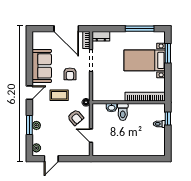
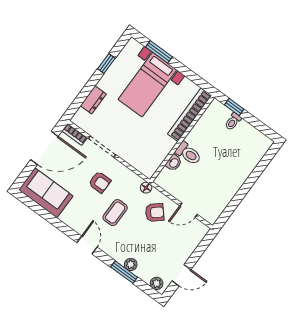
window: (140, 29) -> (106, 63), width x0.46
dresser: (101, 36) -> (93, 100), moved
sofa: (42, 66) -> (46, 193), moved
door: (51, 159) -> (181, 275), hinge flipped

